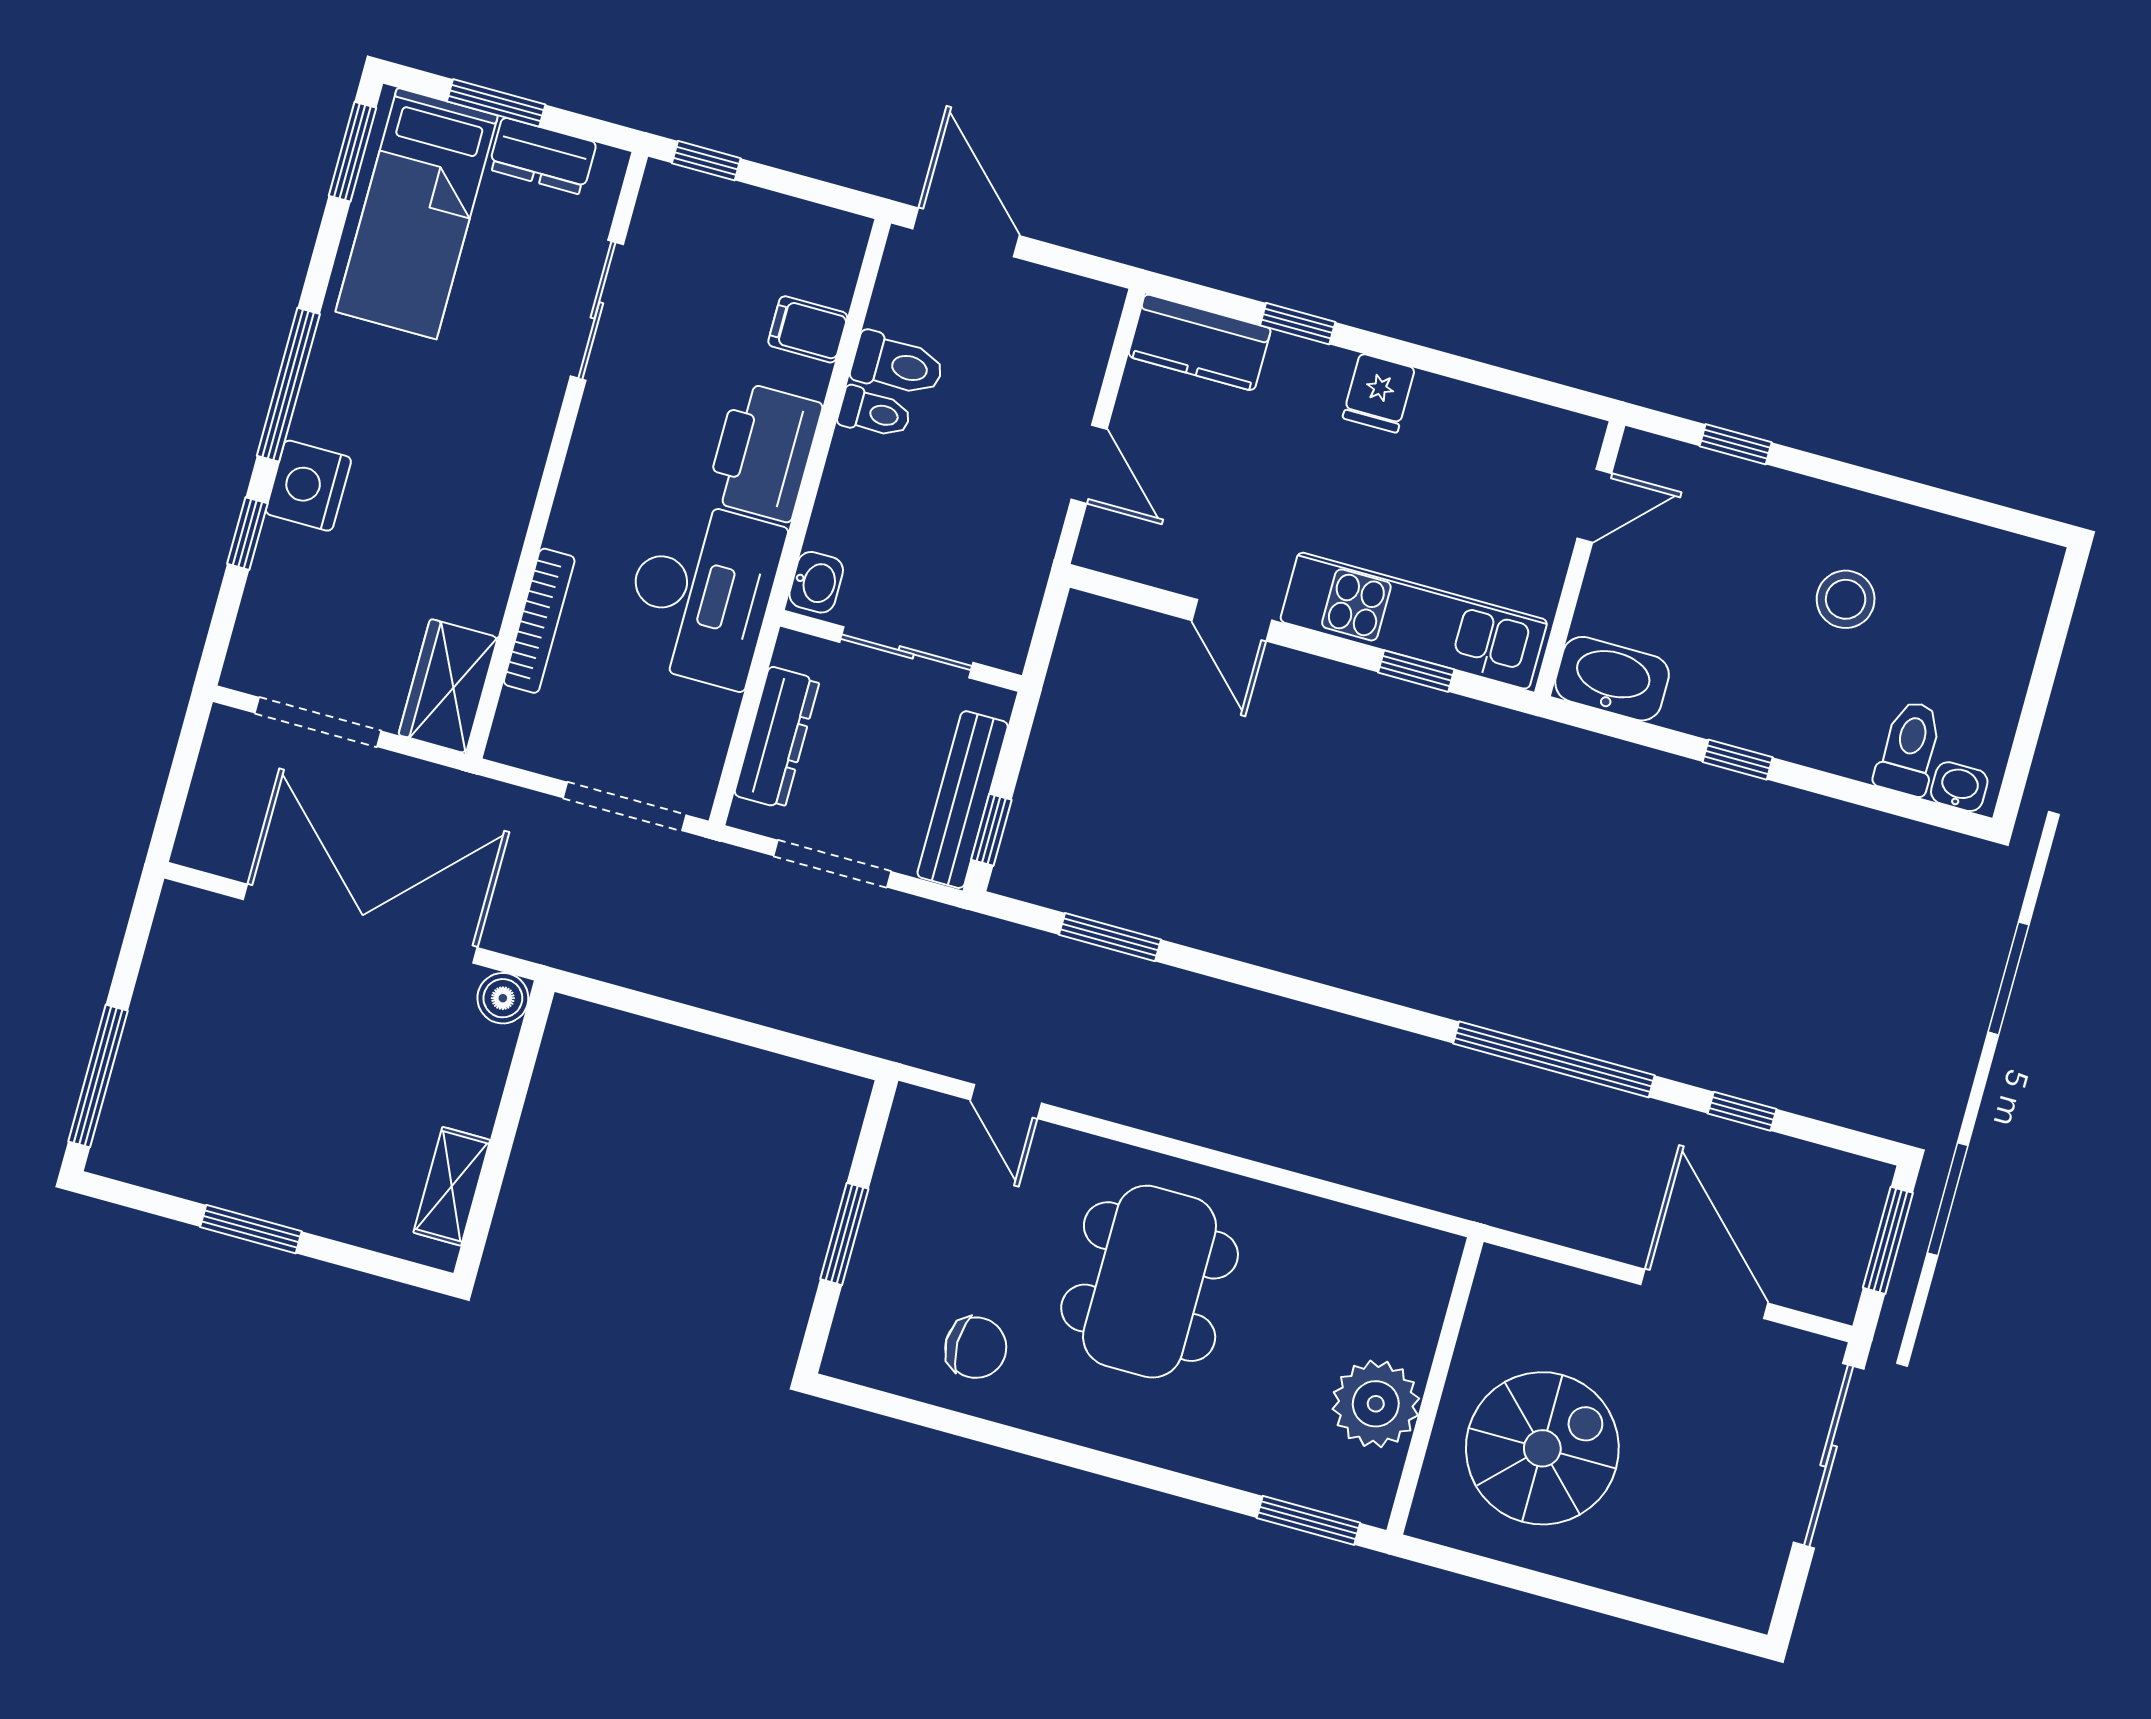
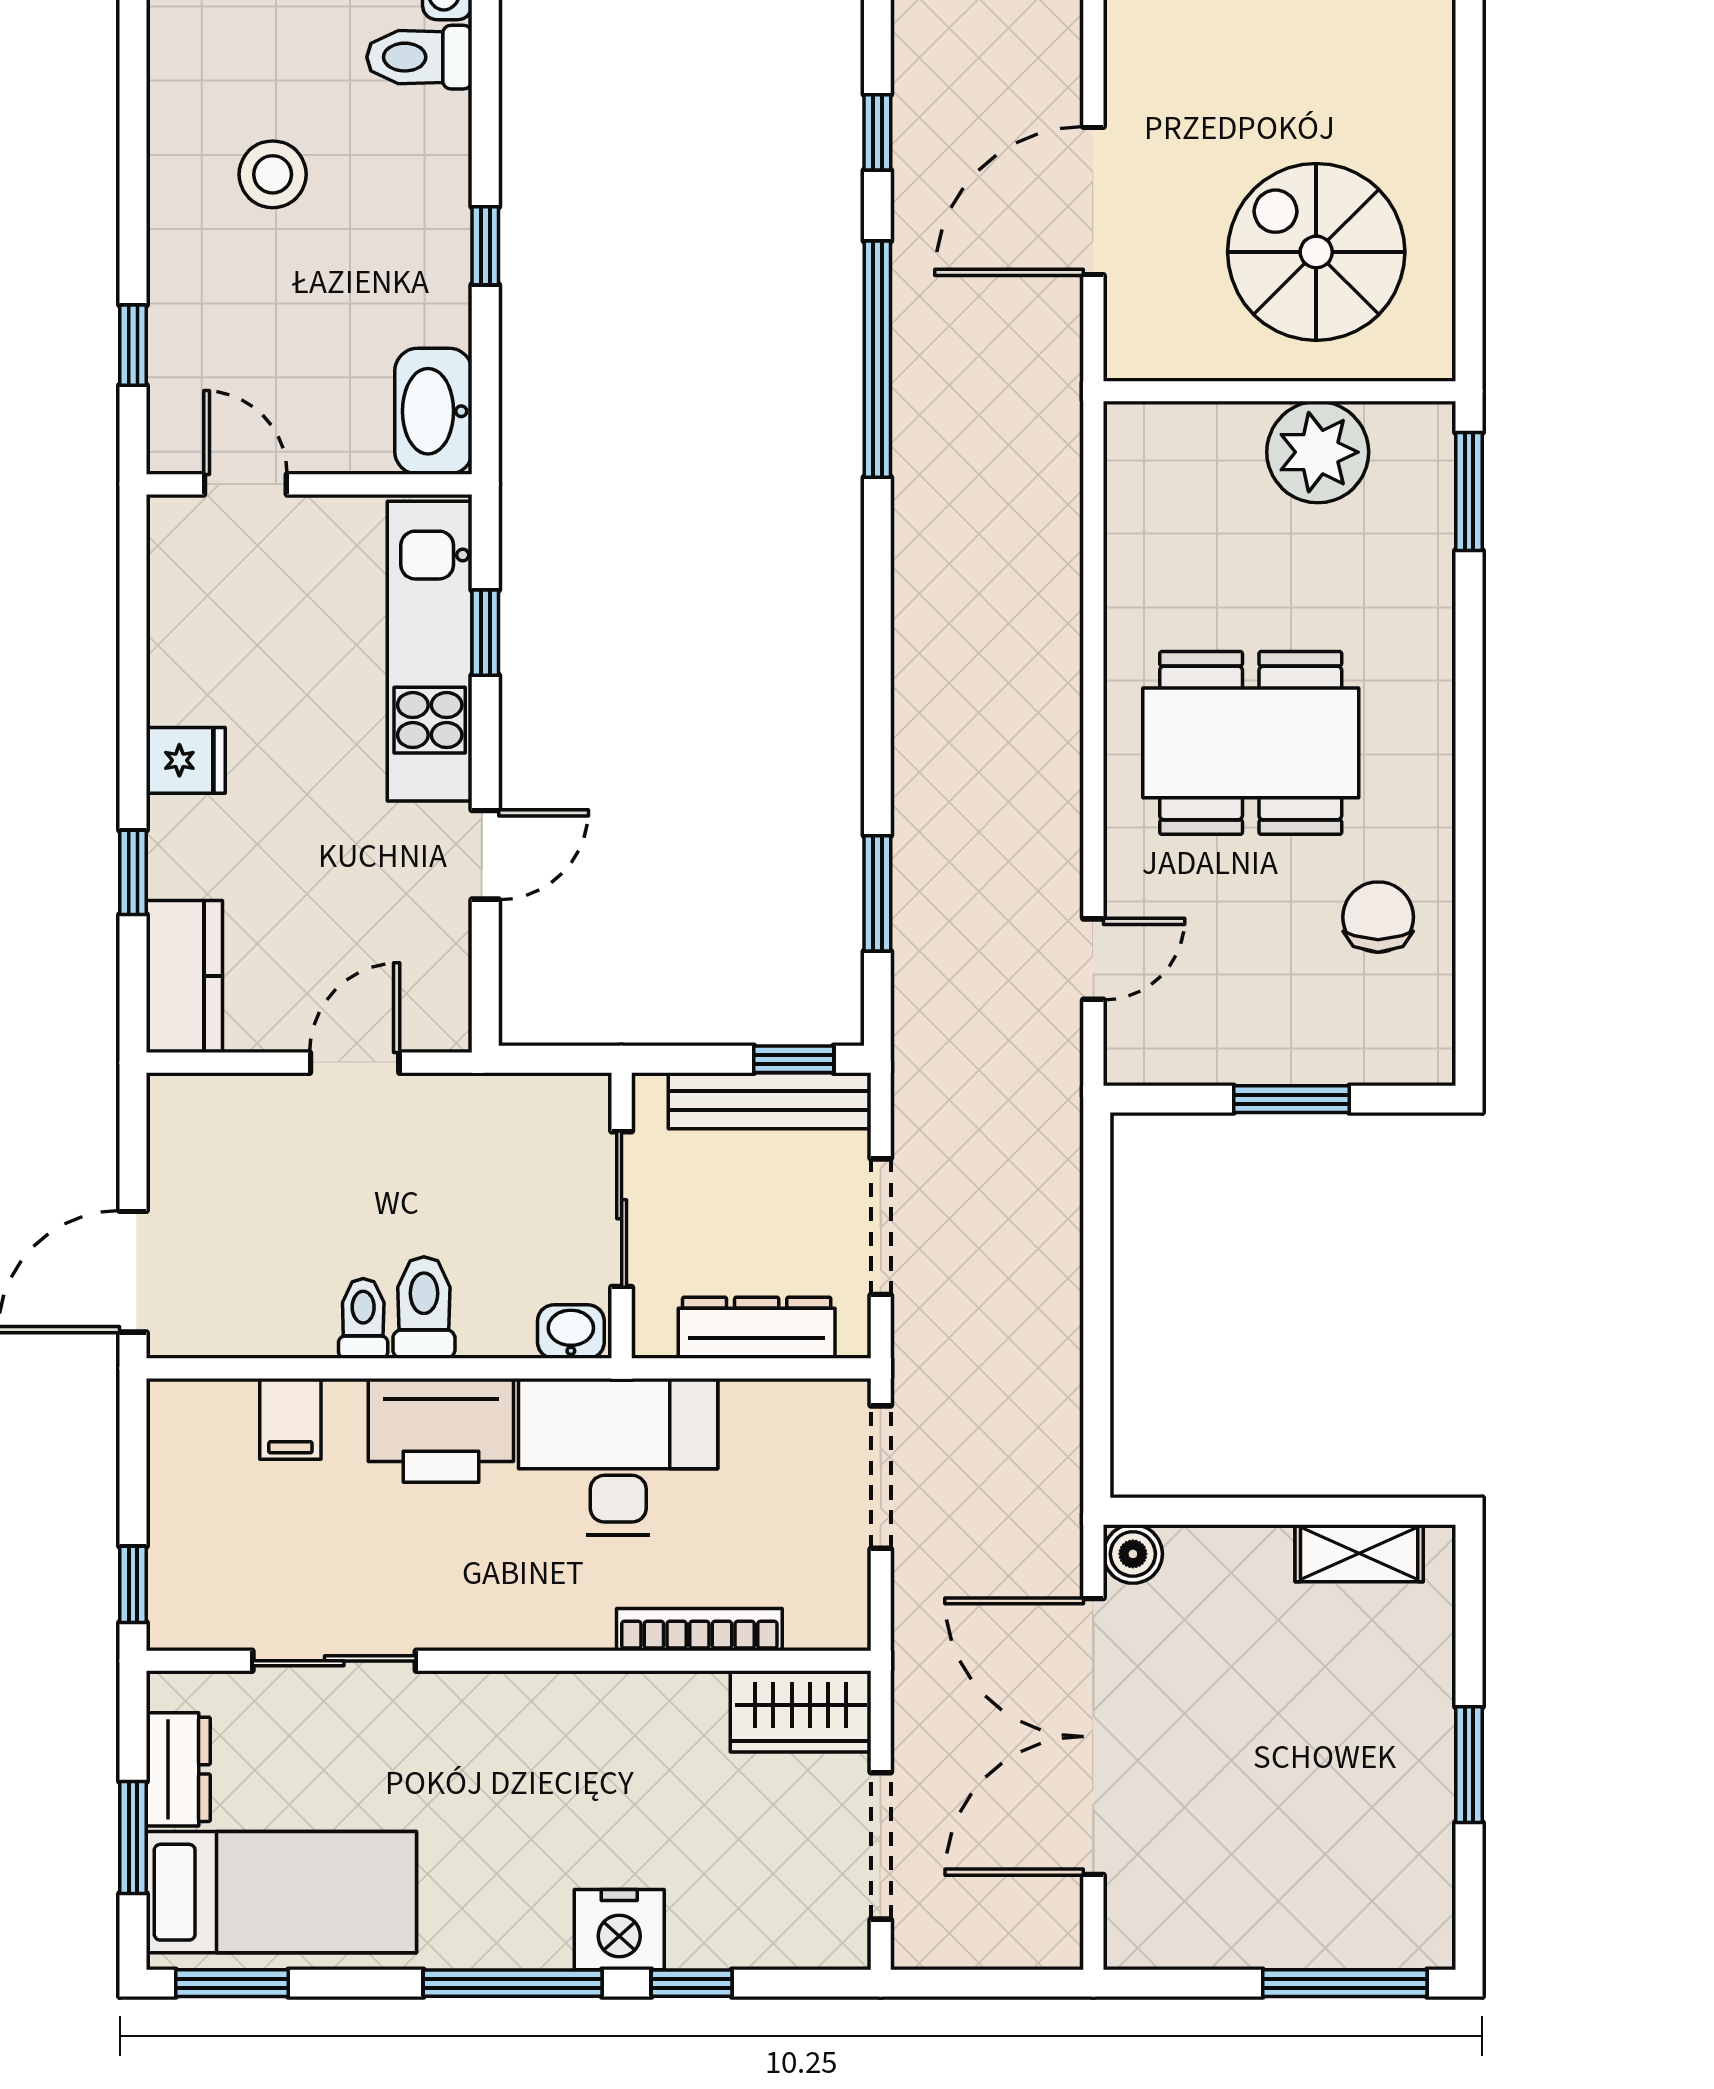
toilet: (898, 365) -> (424, 1307), moved
door: (1704, 1294) -> (1093, 201), moved

